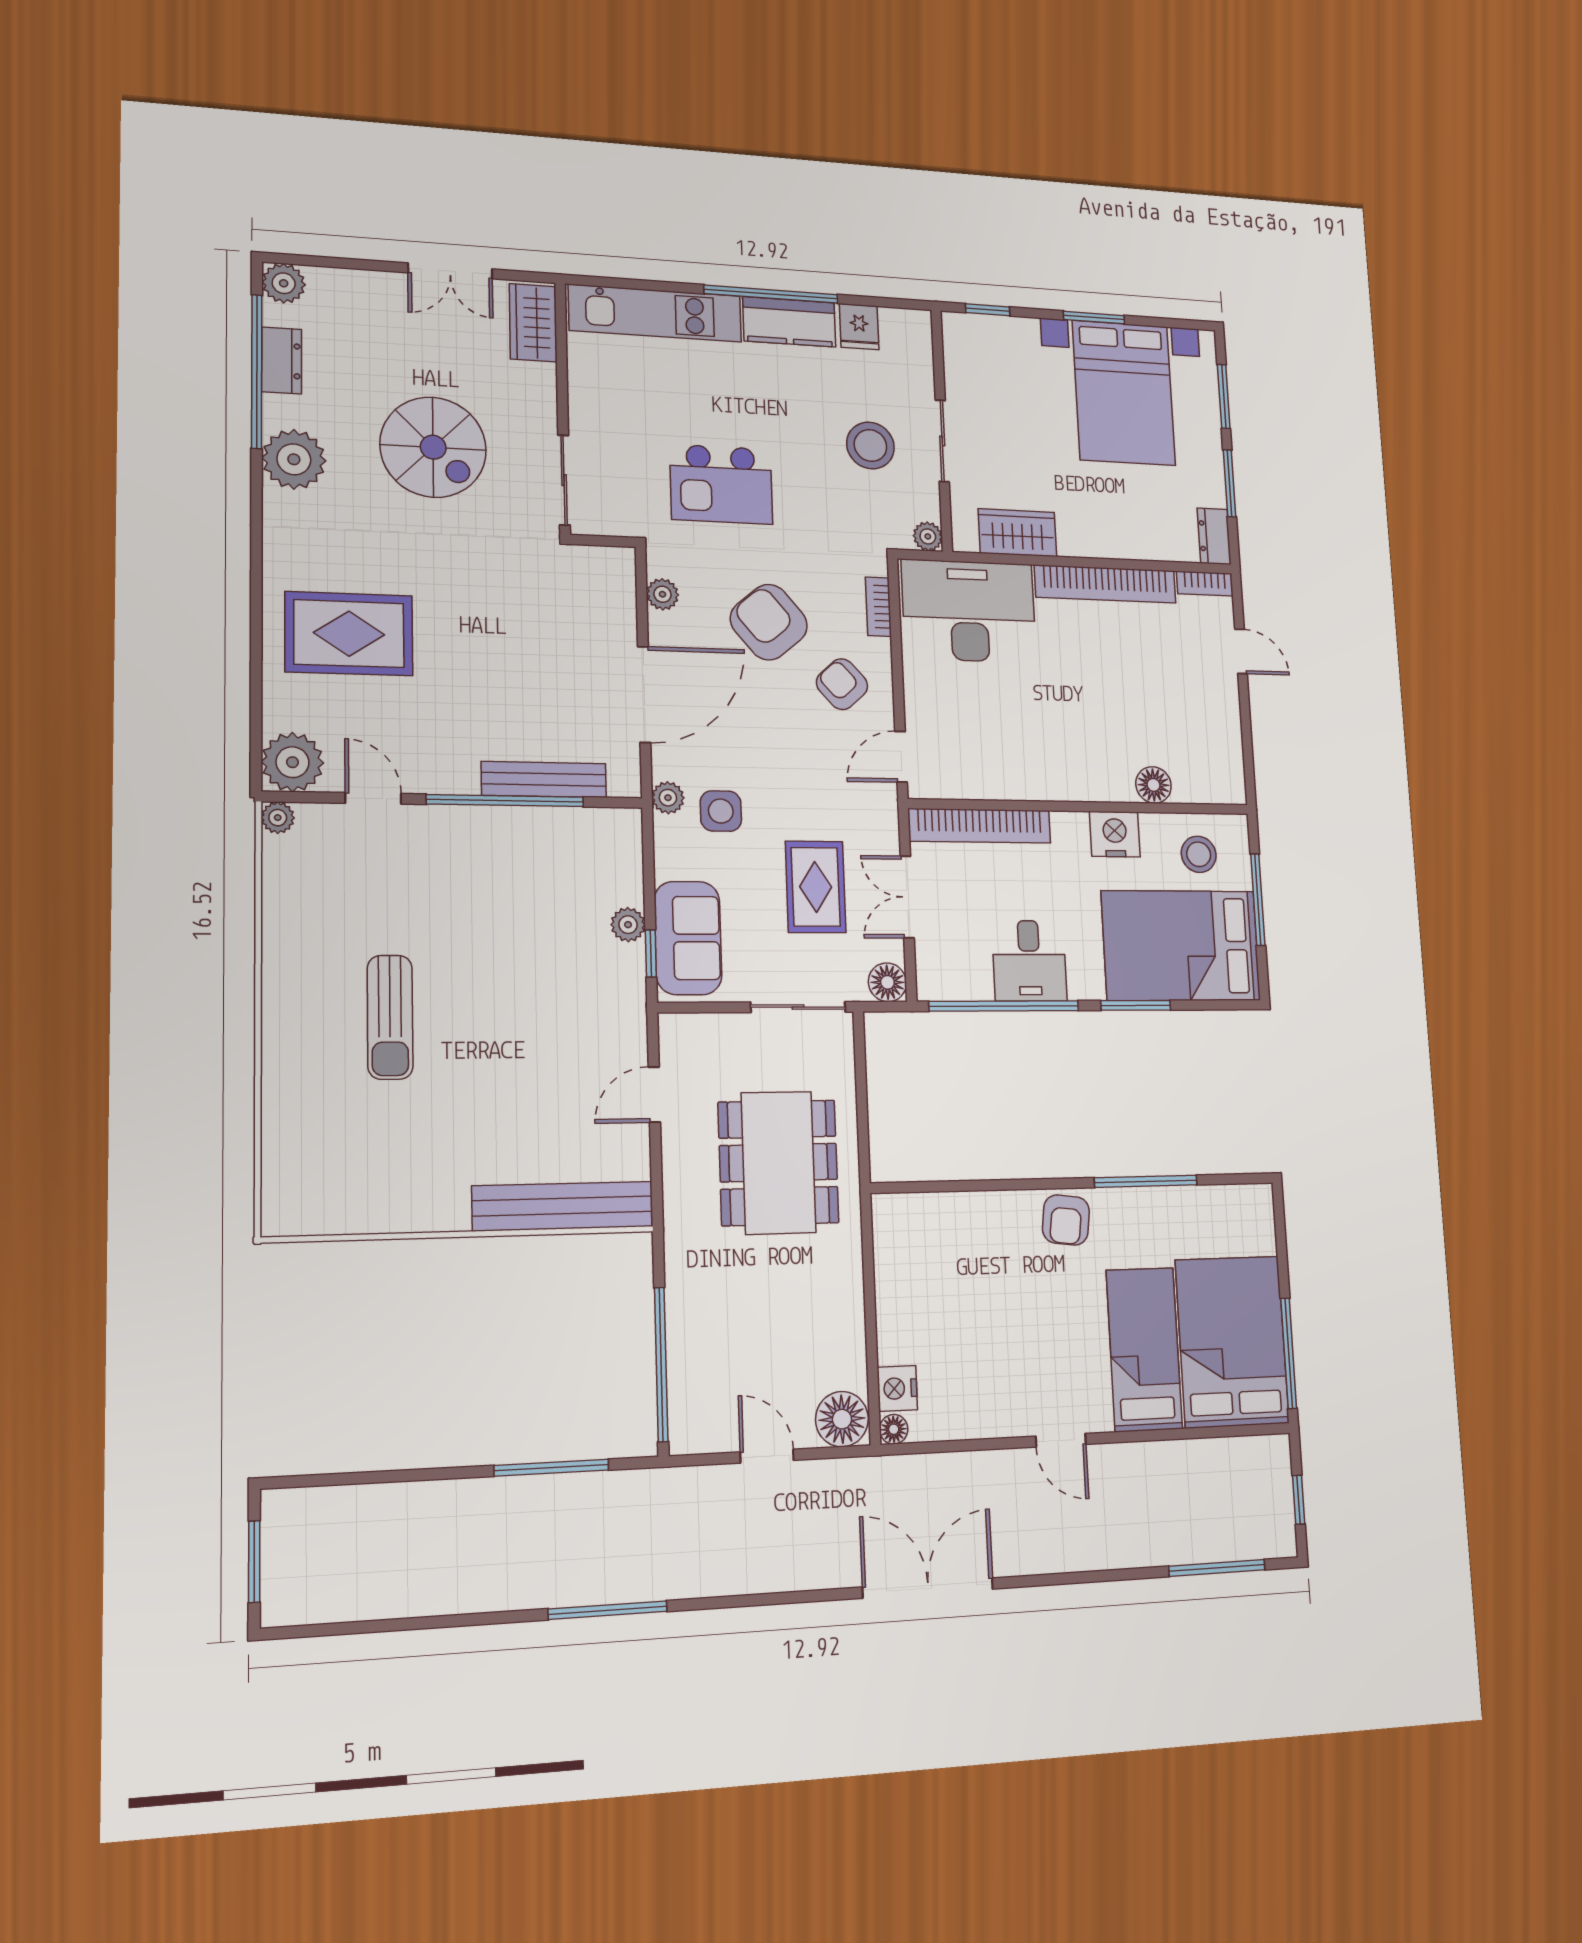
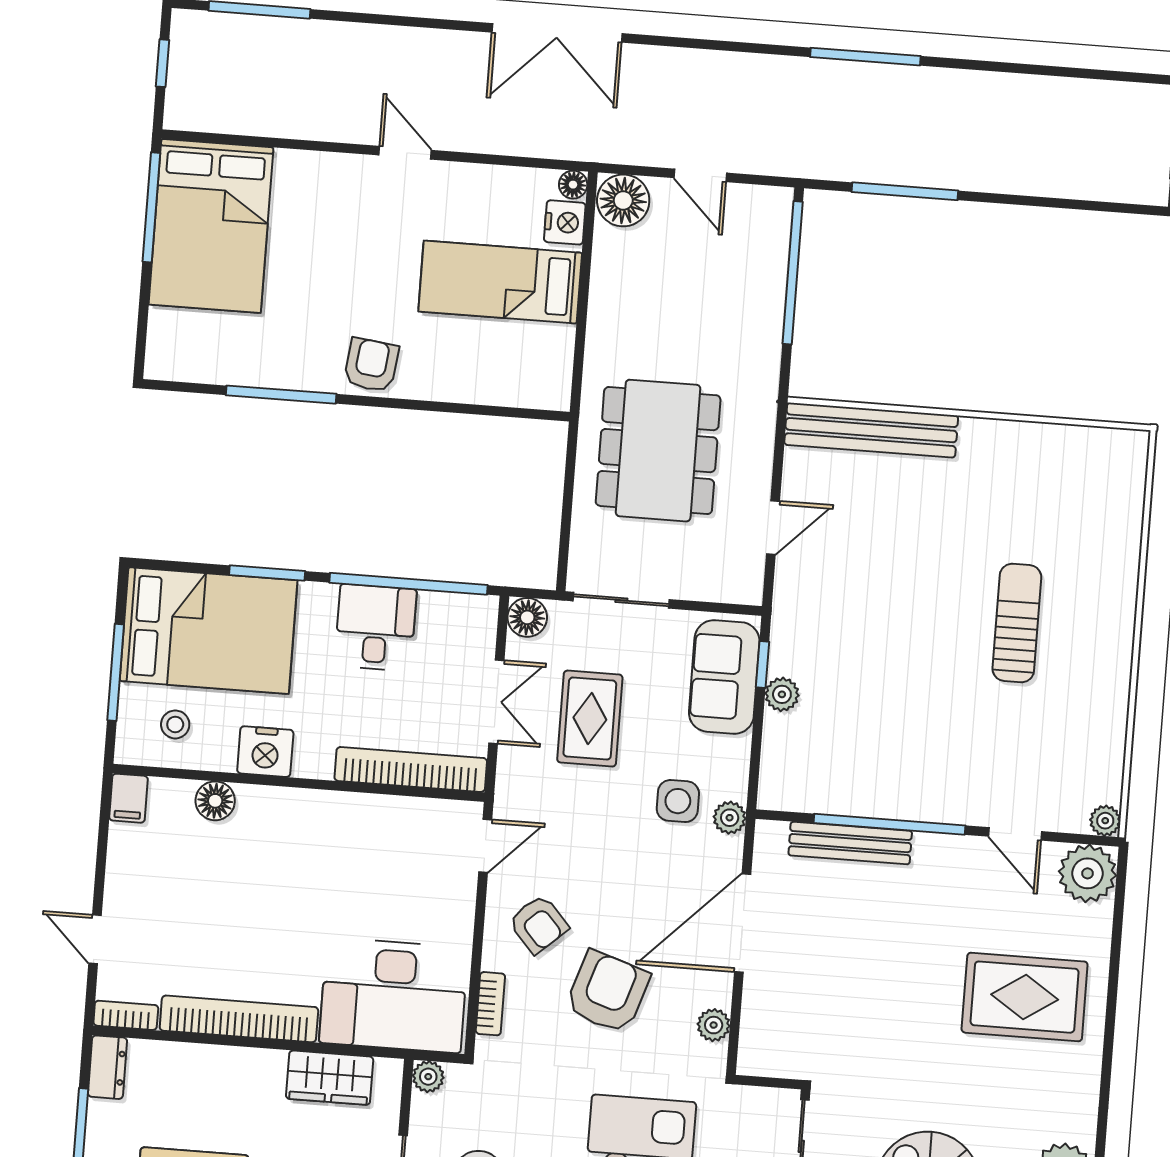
armchair: (769, 622) -> (608, 992), turned -122
filing cabinet: (1230, 783) -> (129, 798), added
stool: (1199, 854) -> (175, 724), width x0.73, depth x0.73
bed: (1144, 1349) -> (500, 282), moved, turned 90

